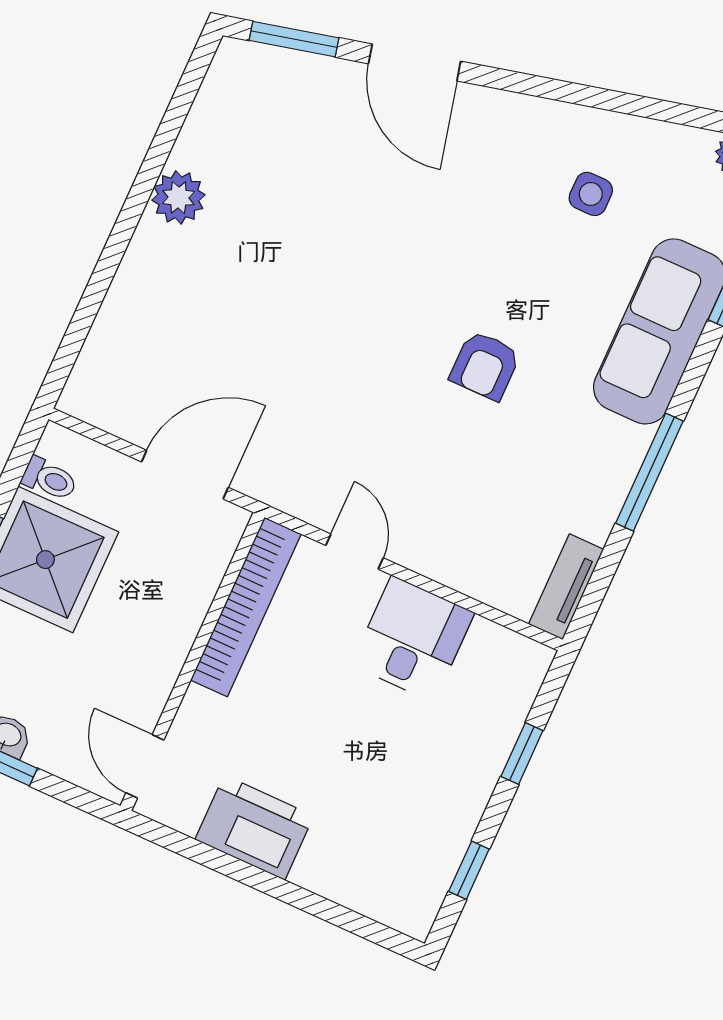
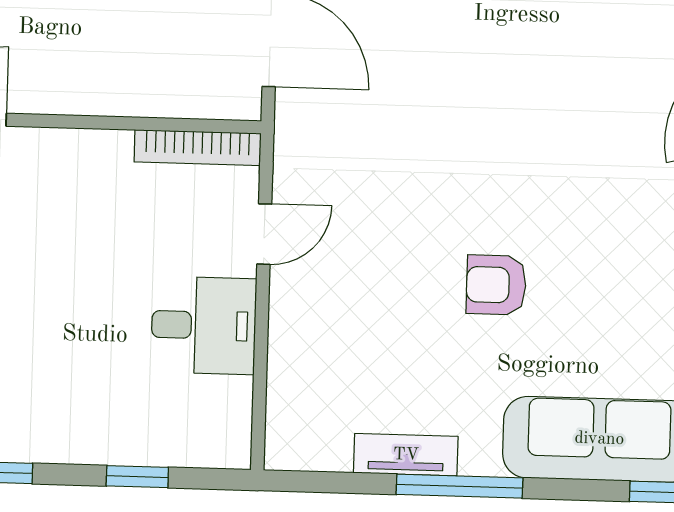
tv unit: (566, 587) -> (406, 455), moved
bookcase: (246, 607) -> (198, 148), width x0.68, depth x0.76

